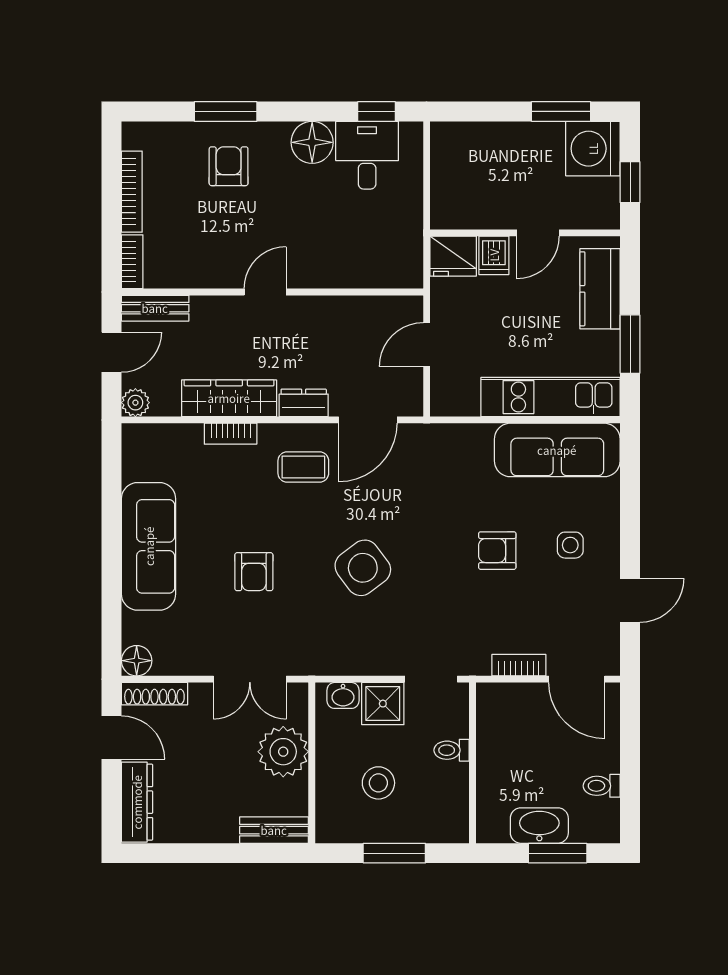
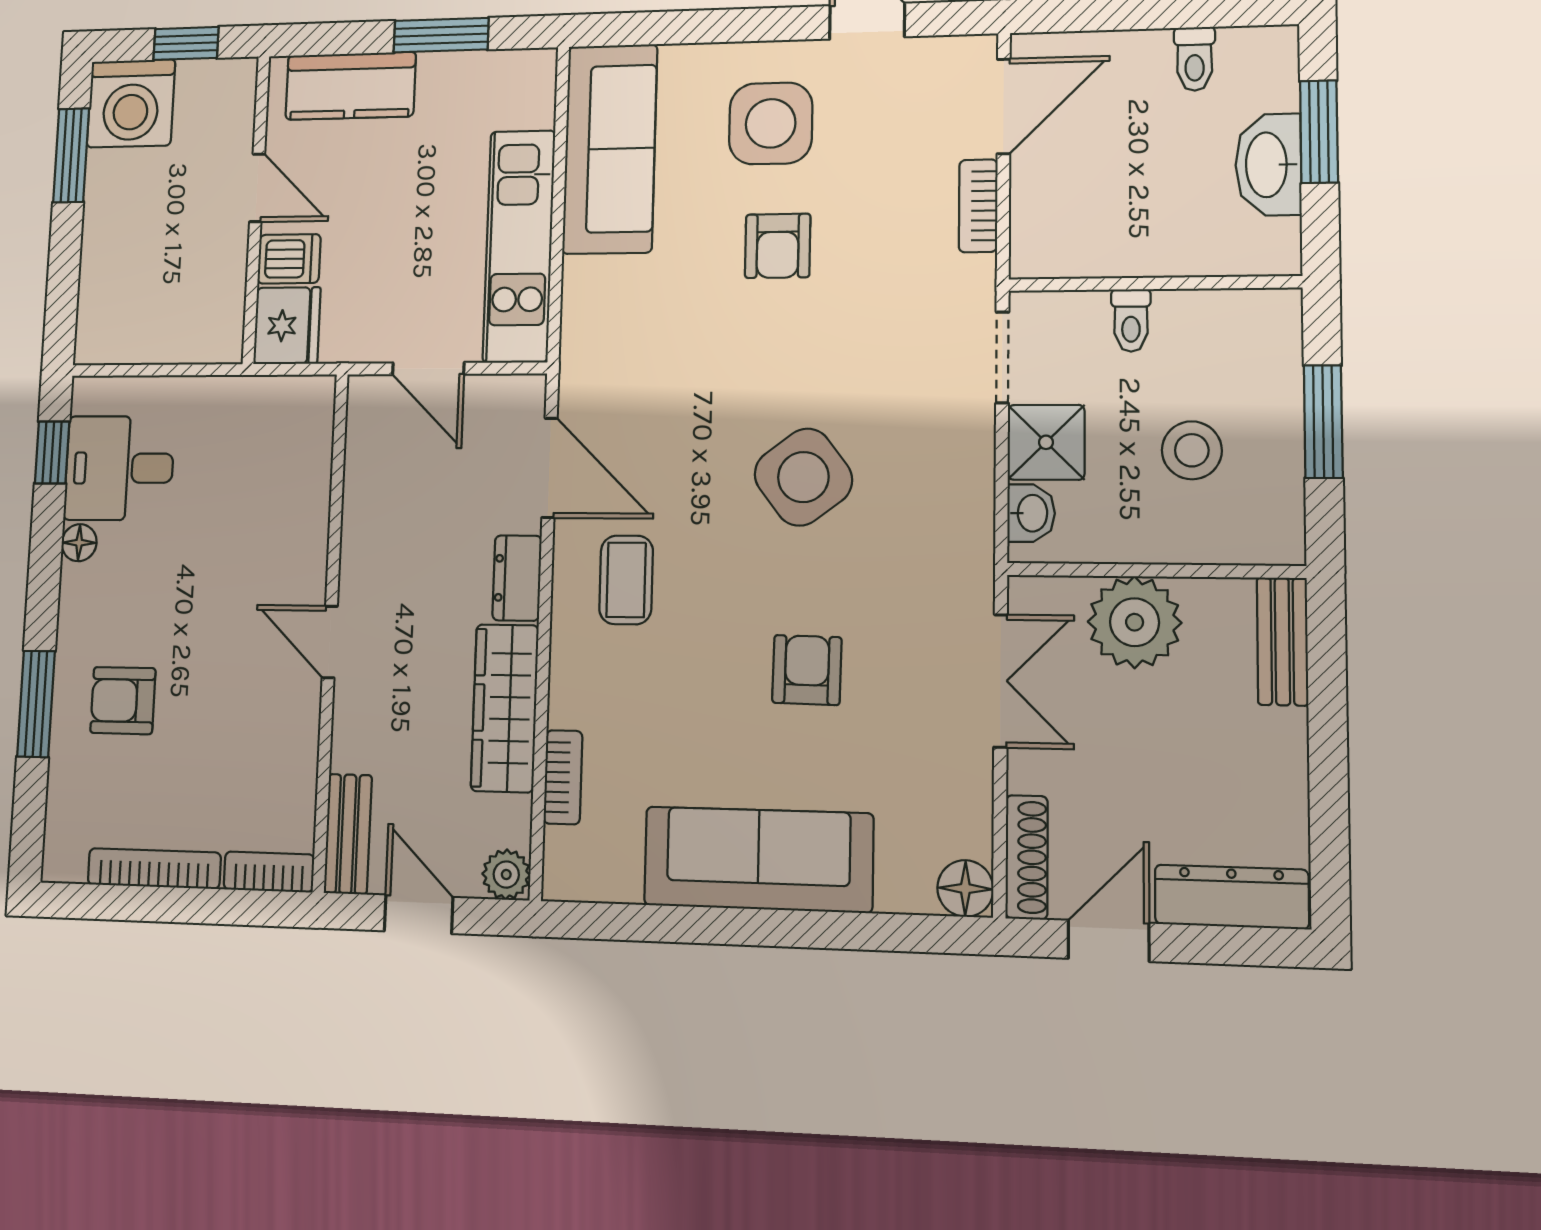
floor lamp: (312, 142) -> (79, 543), width x0.53, depth x0.53
kitchen unit: (550, 397) -> (519, 246), moved
bookcase: (231, 434) -> (563, 777), moved
side table: (570, 545) -> (771, 123), width x1.87, depth x1.87
armchair: (254, 572) -> (807, 670), turned -89

